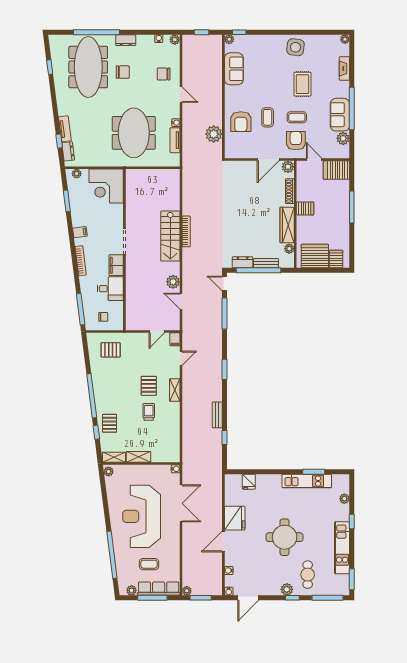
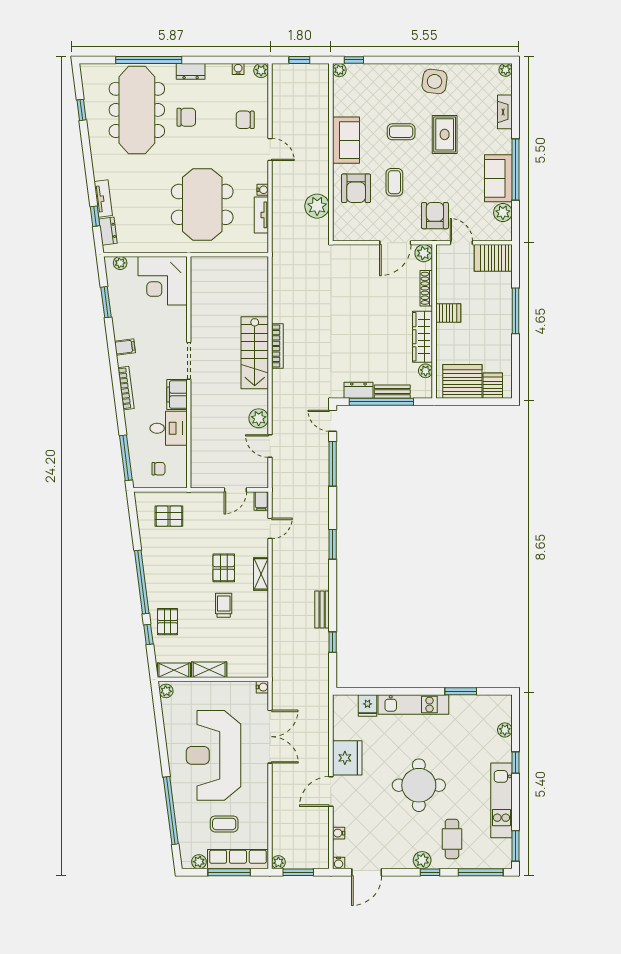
sofa: (234, 69) -> (346, 140), moved
coffee table: (297, 117) -> (401, 132), moved
kitchen unit: (307, 481) -> (413, 705), moved

